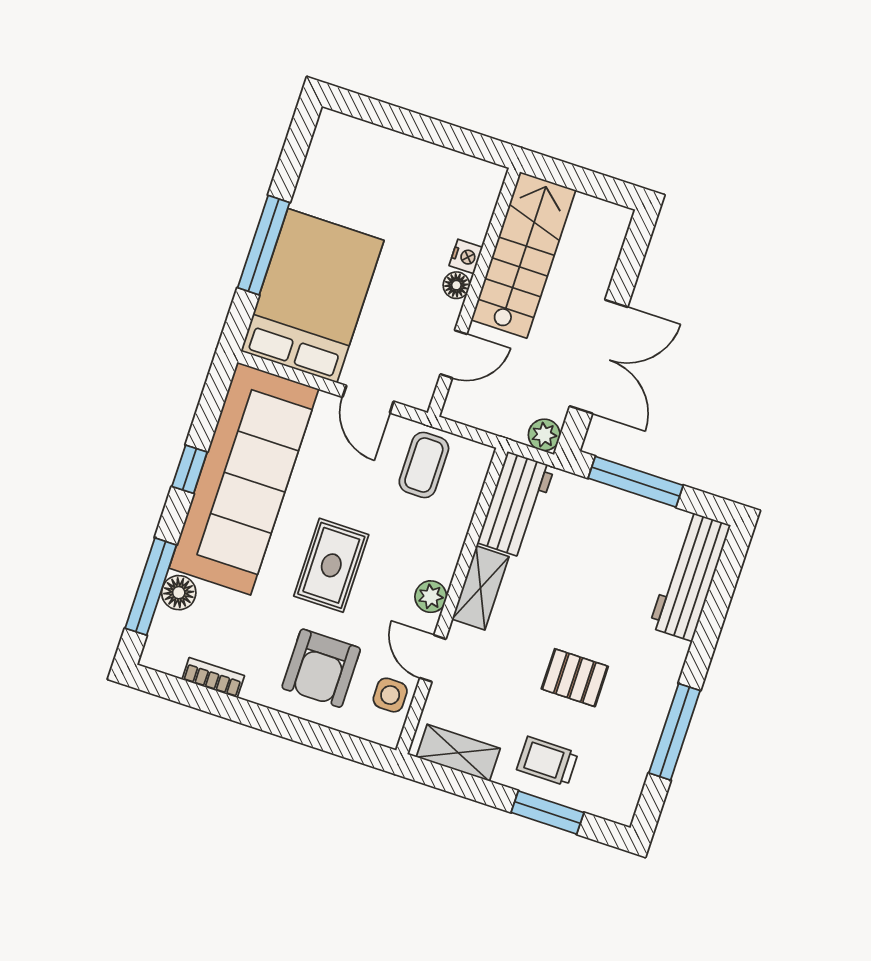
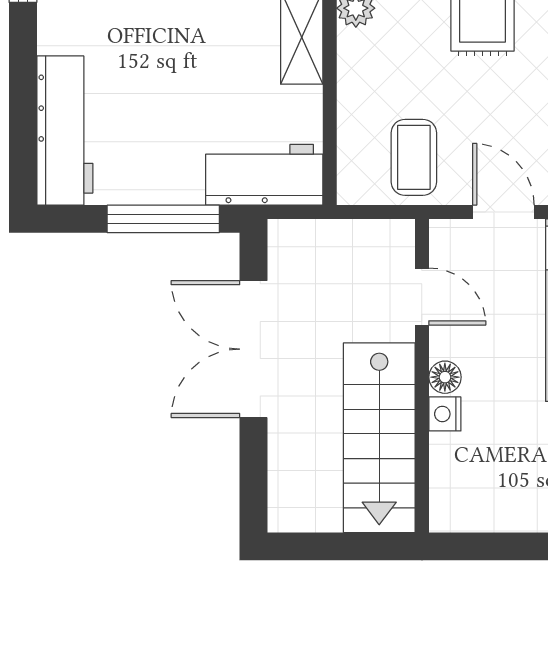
door: (454, 354) -> (422, 297), swing flipped
plant: (544, 435) -> (287, 238), removed
workbench: (516, 505) -> (264, 175), moved, turned 90

